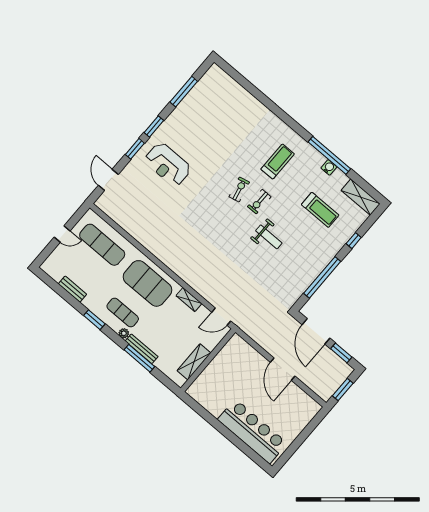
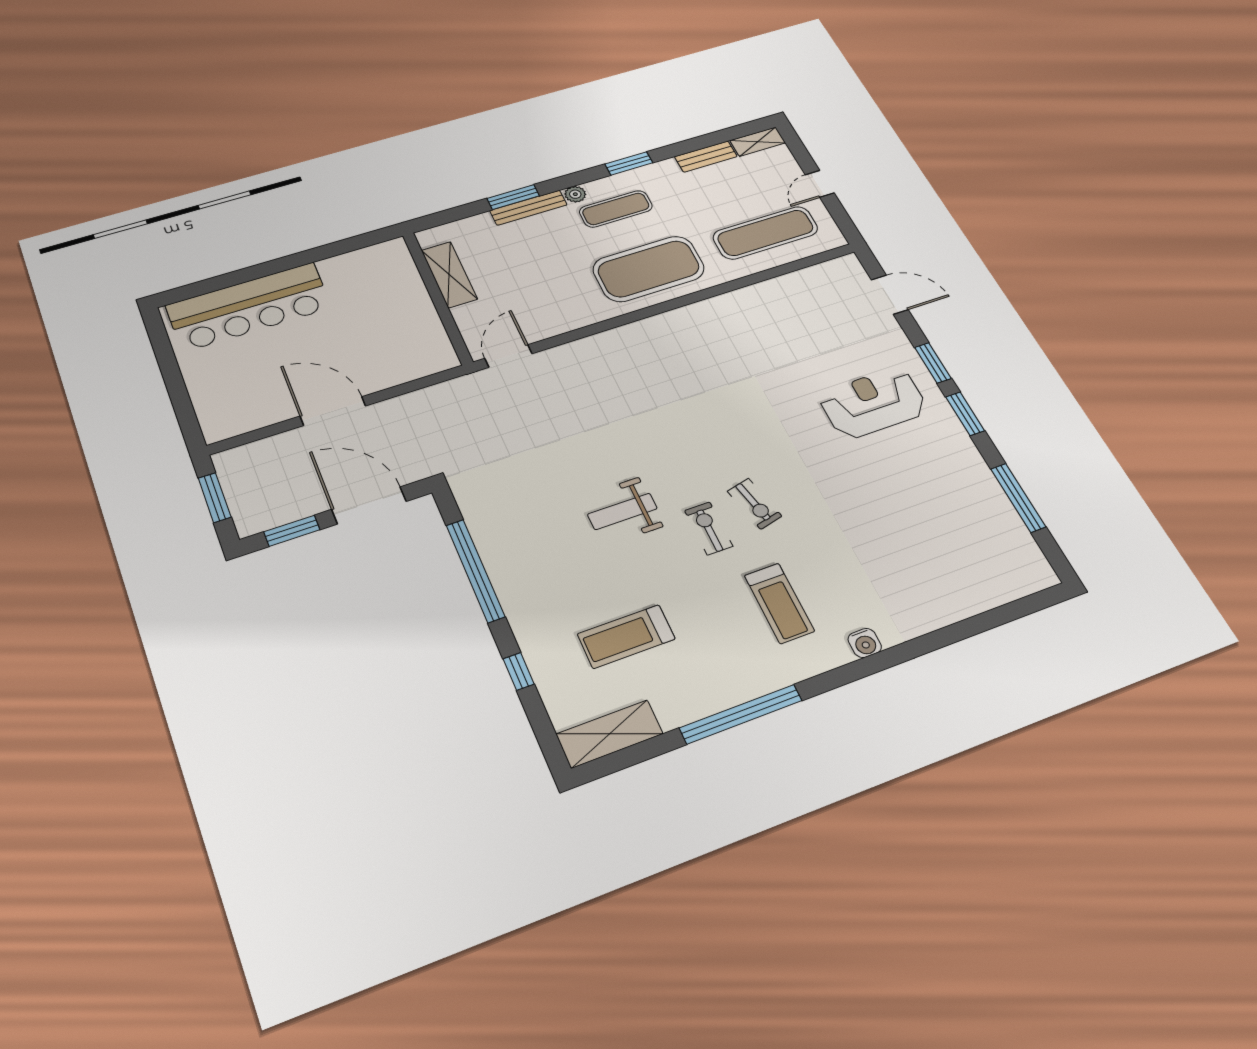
water cooler: (329, 167) -> (865, 643), moved
shelving: (189, 300) -> (758, 142), moved
window: (139, 358) -> (513, 197), width x0.69

